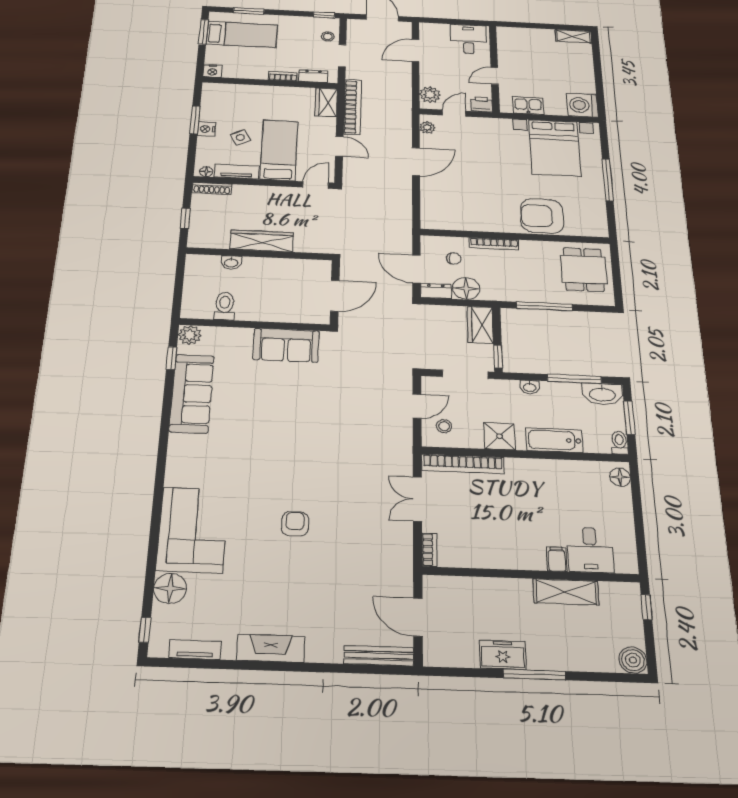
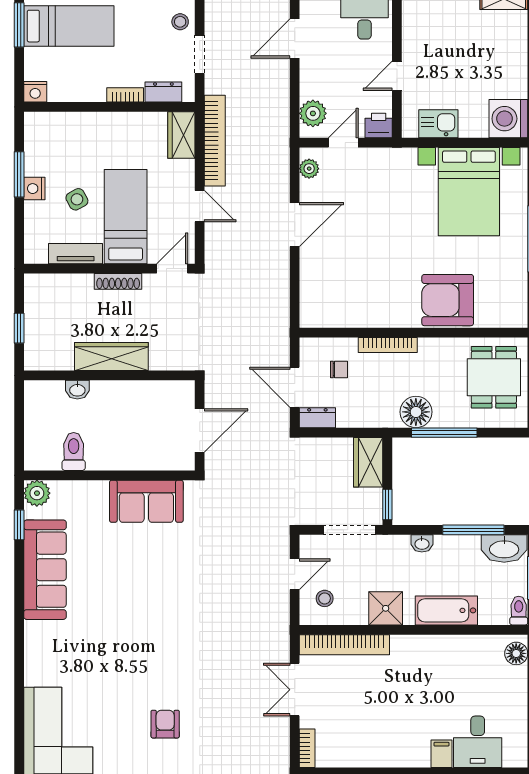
floor lamp: (206, 172) -> (39, 256), removed
shoe rack: (212, 188) -> (118, 281), moved
floor lamp: (466, 288) -> (416, 412), moved

